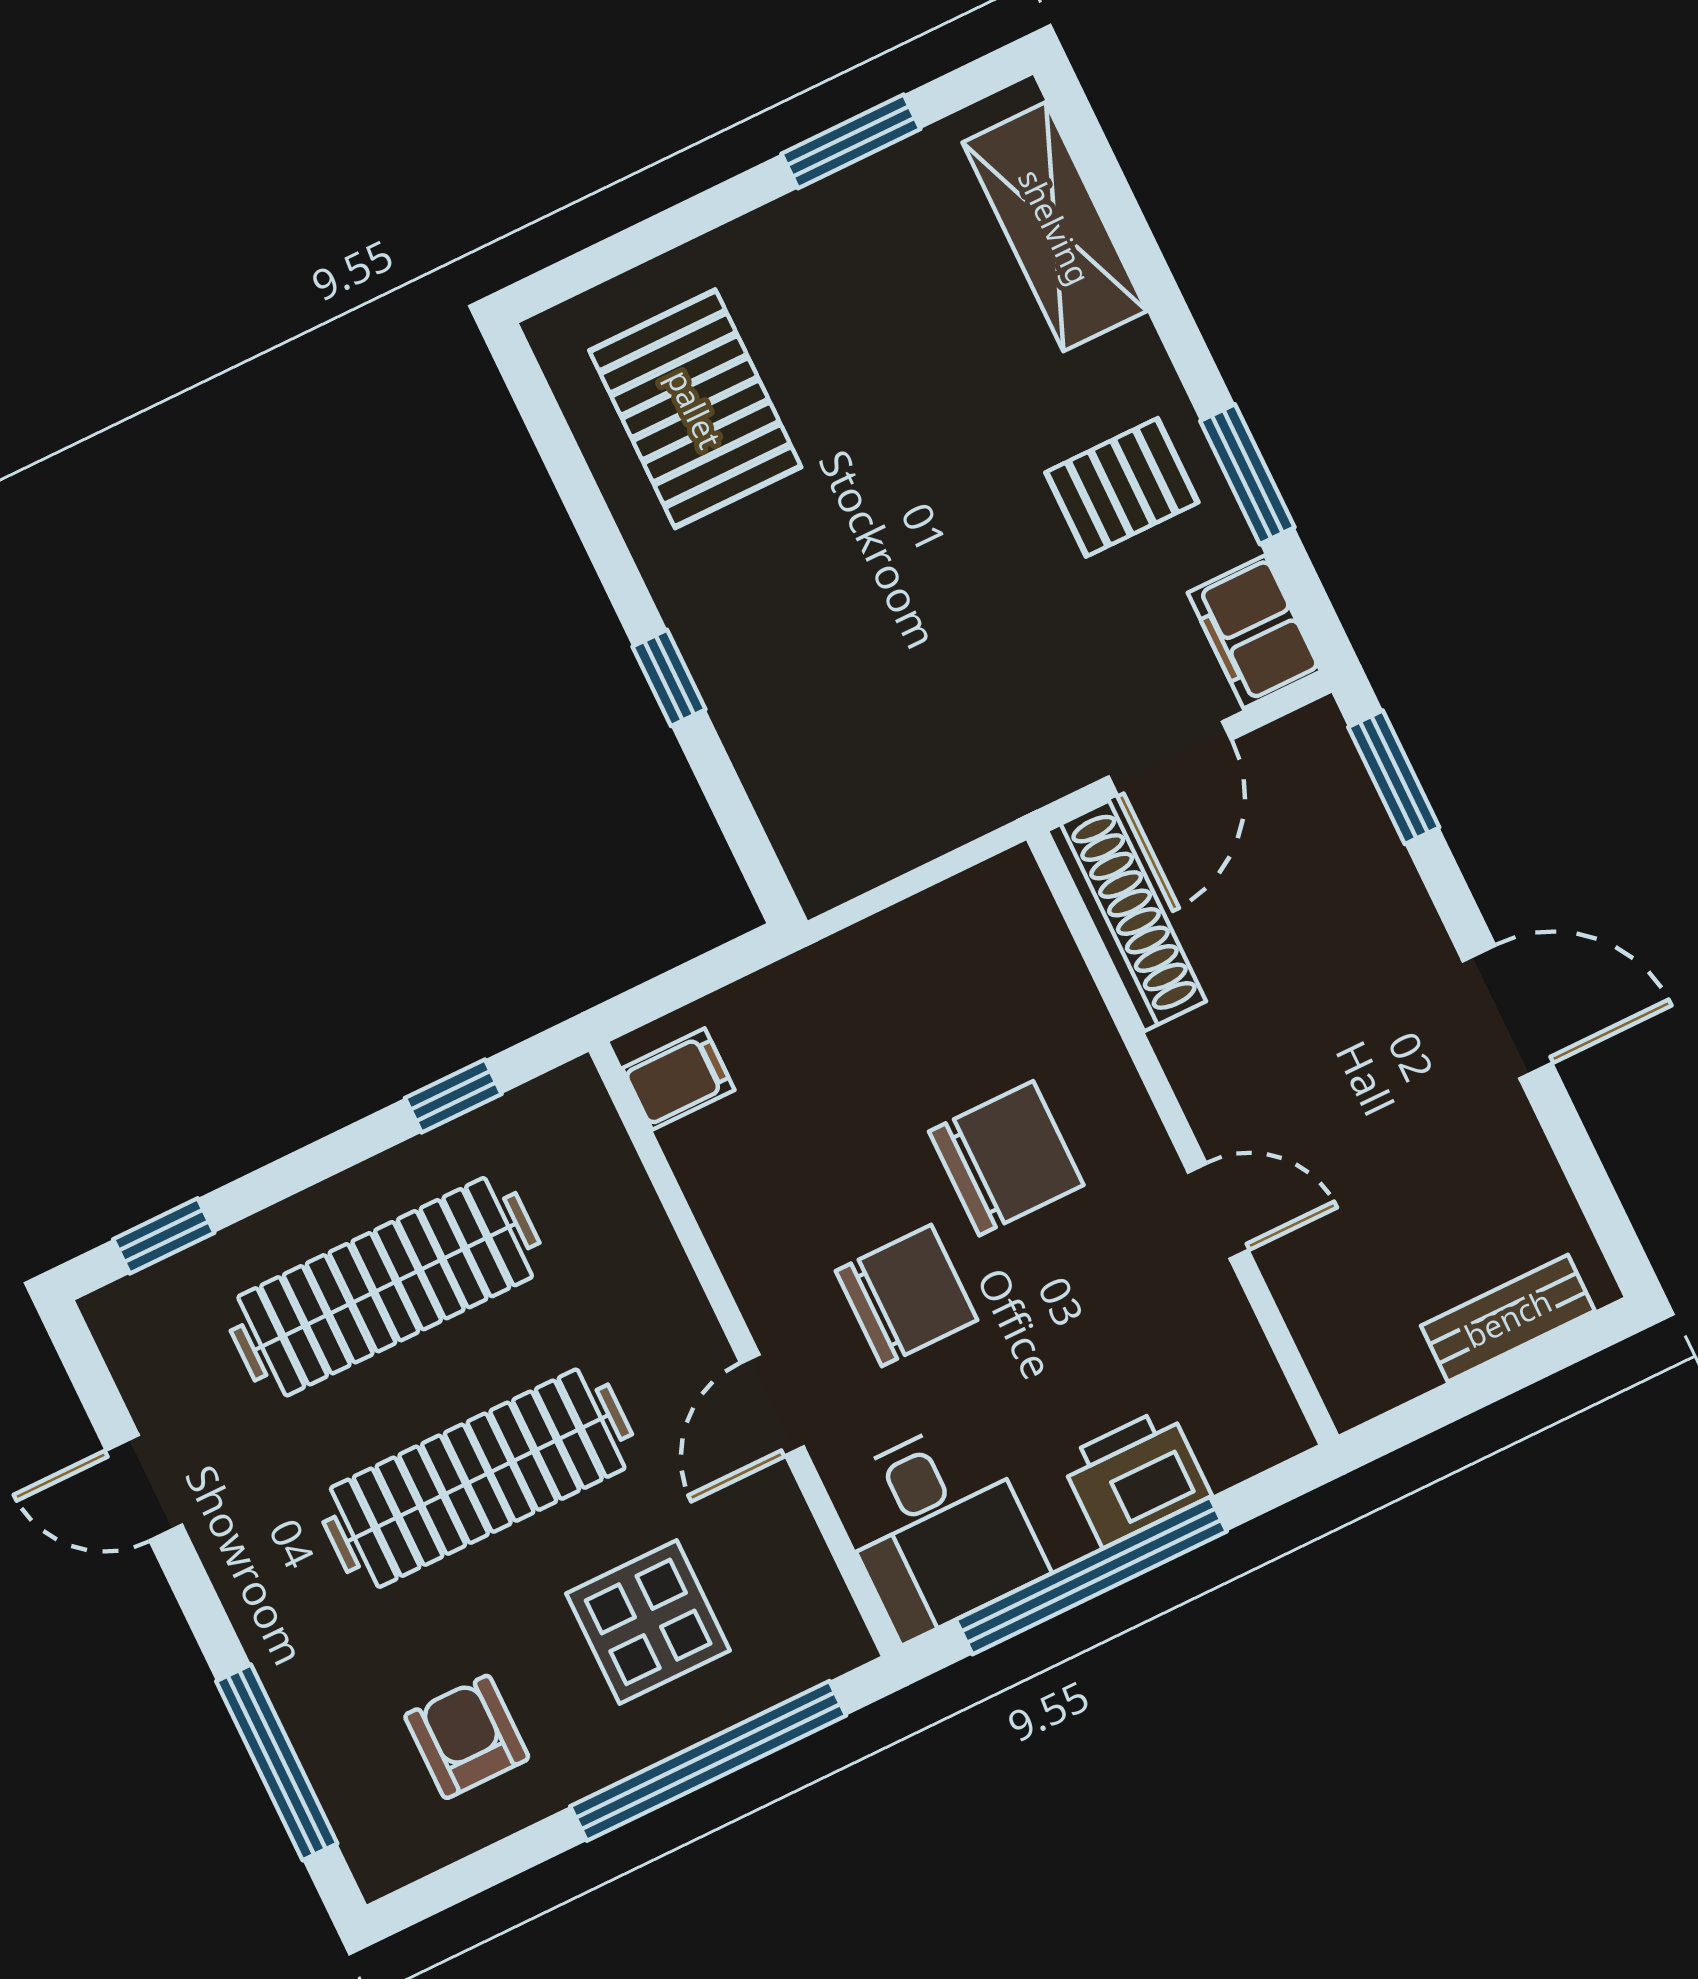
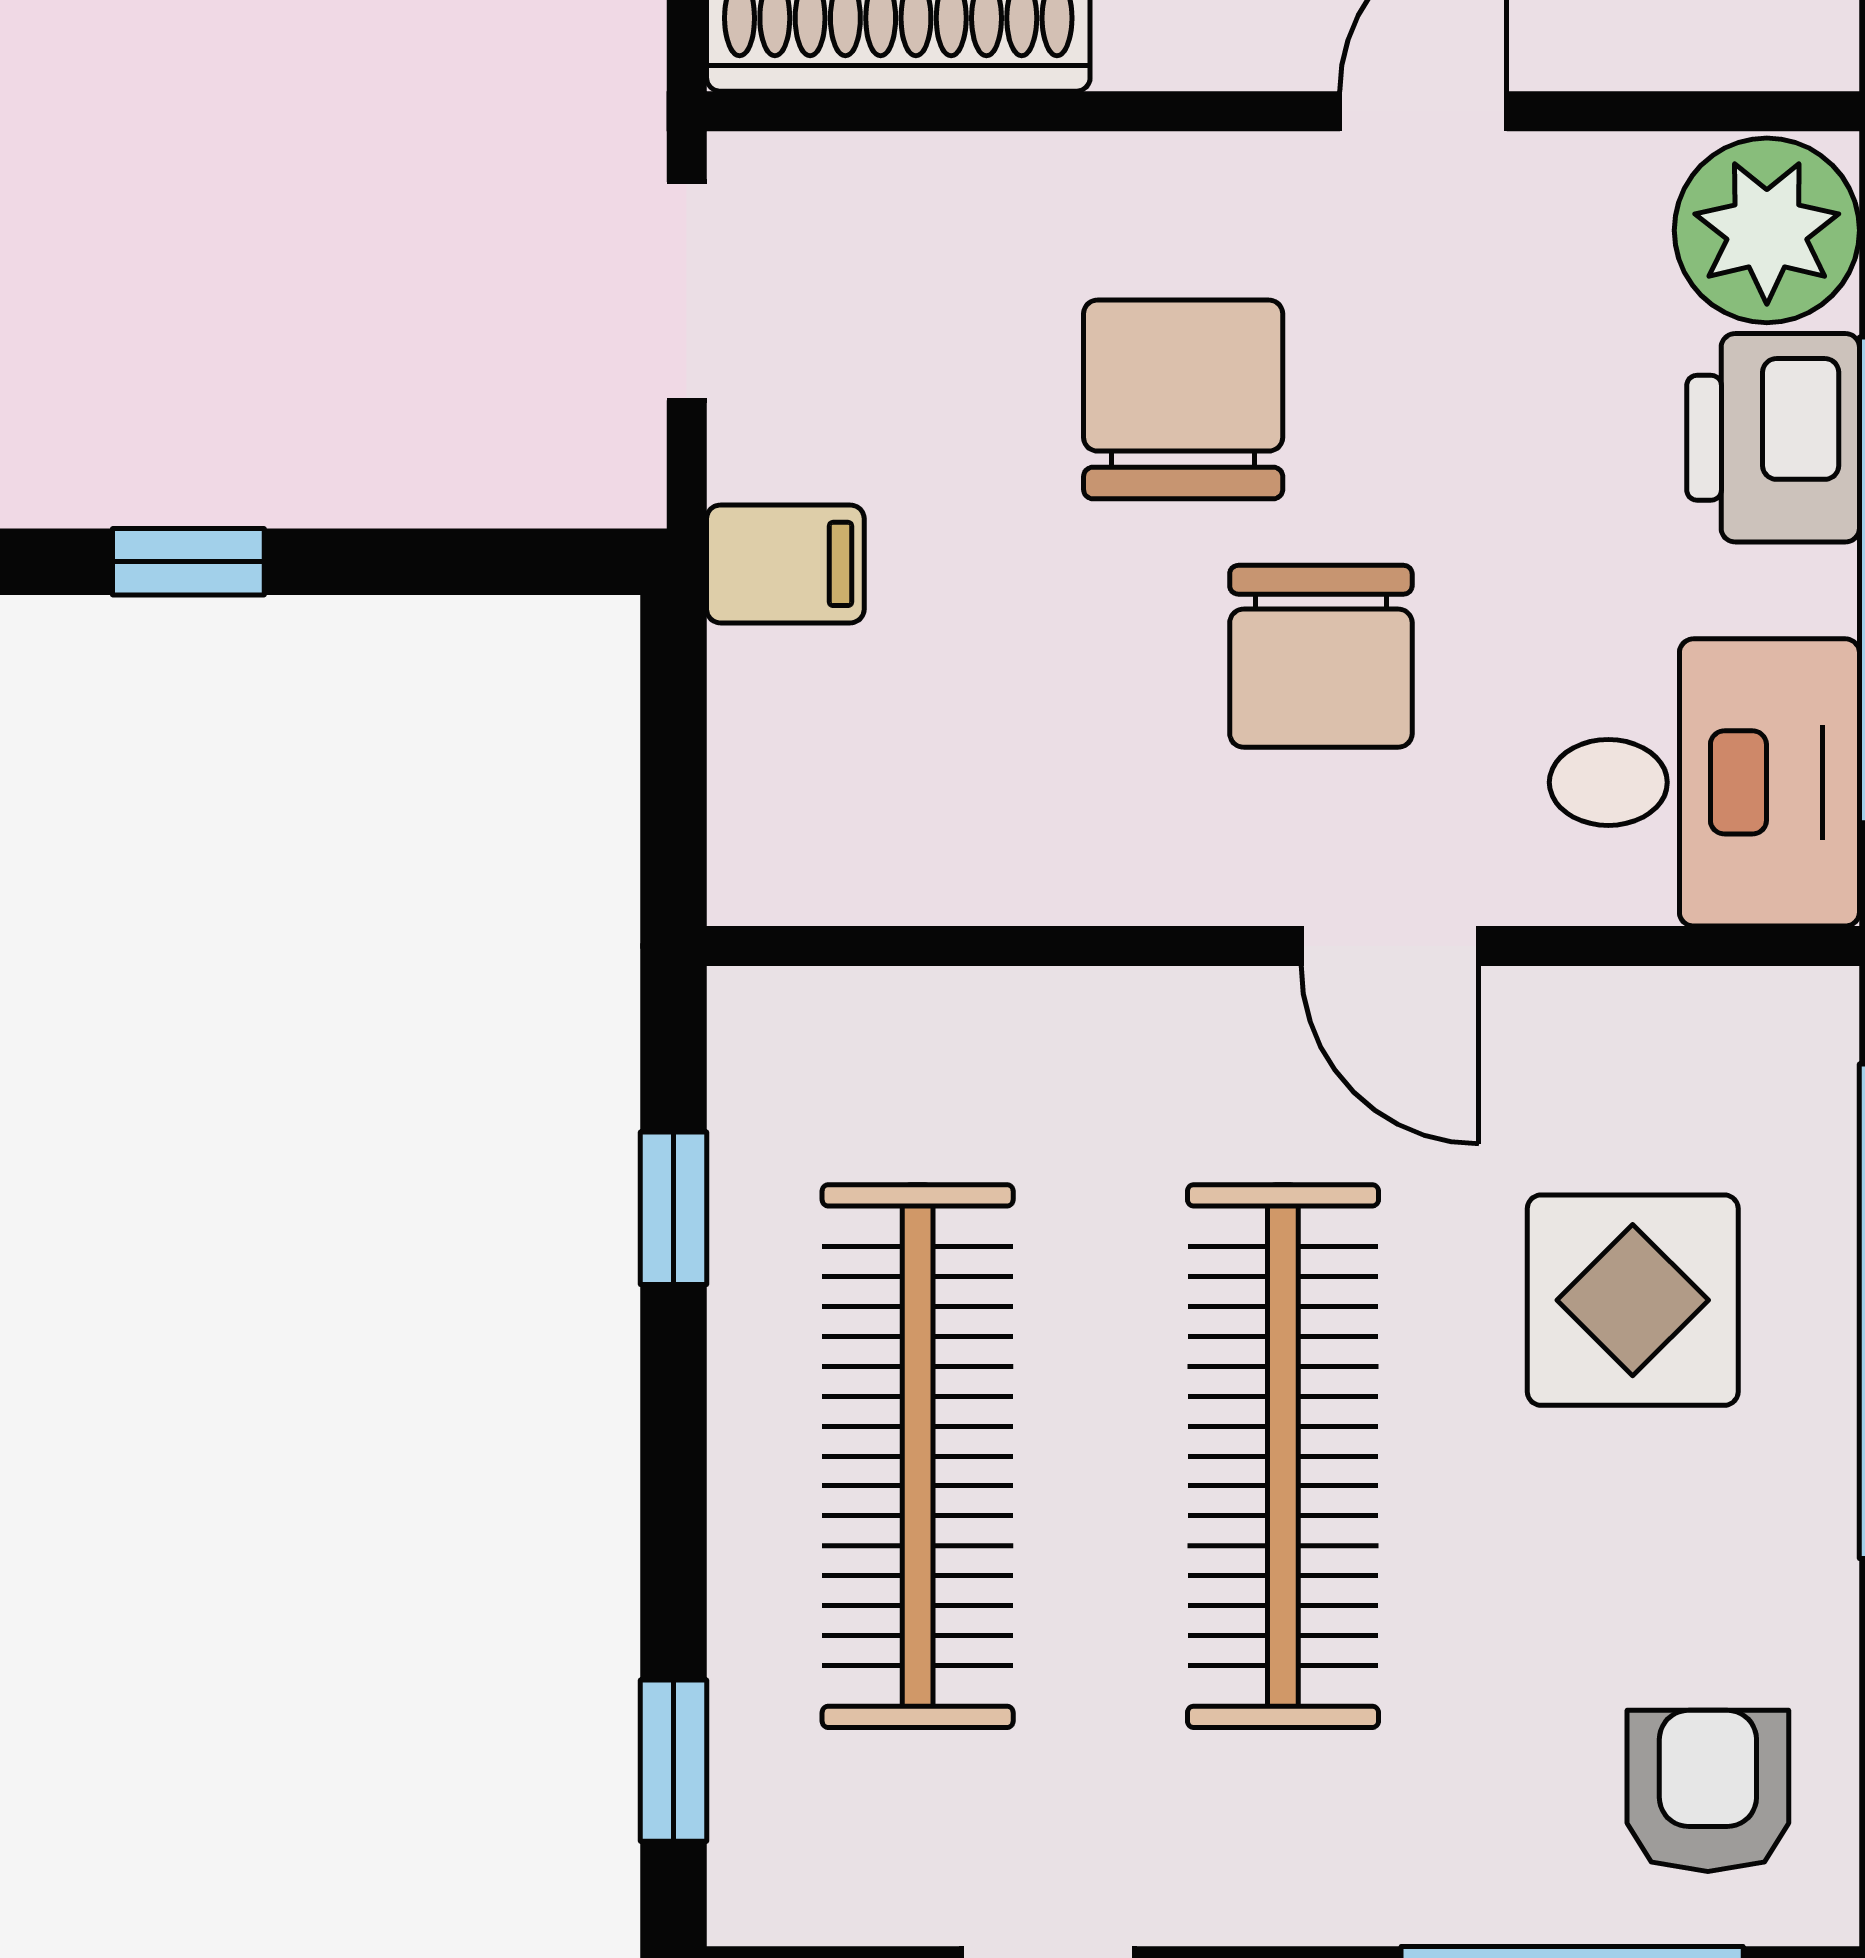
doorway: (937, 871) -> (687, 291), added
filing cabinet: (678, 1079) -> (785, 564), moved, turned 90
chair: (907, 1295) -> (1321, 656), turned 180
plant: (1243, 1421) -> (1767, 230), added
armchair: (467, 1737) -> (1708, 1791), moved, turned 90

